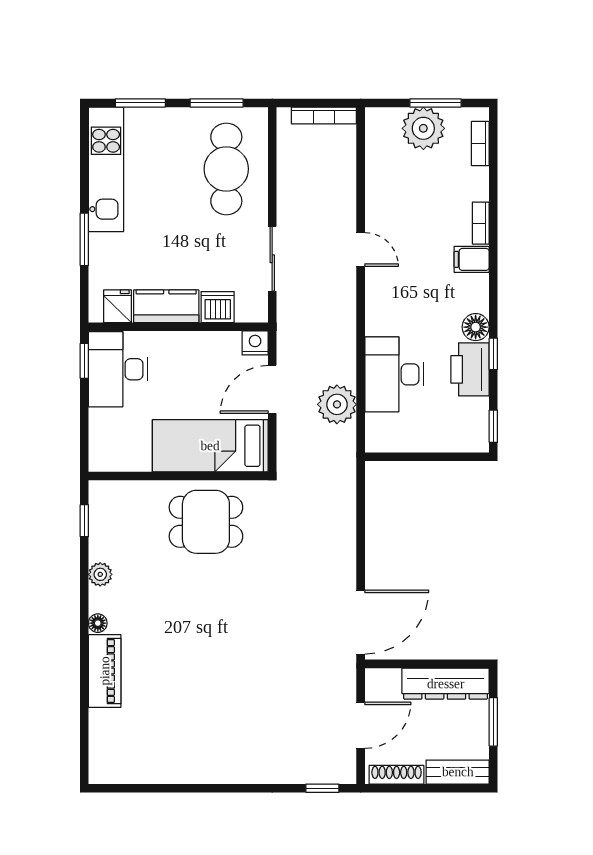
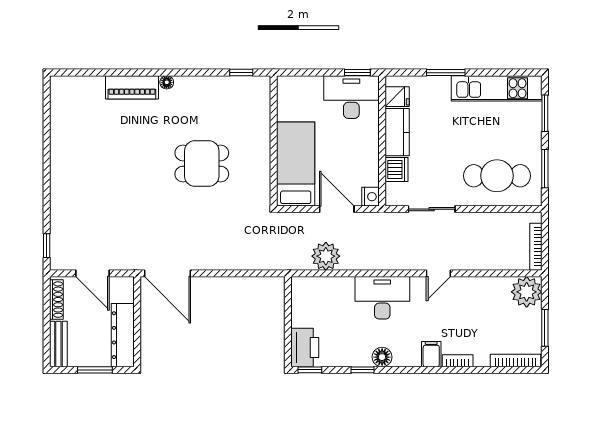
plant: (423, 128) -> (527, 292), moved
bookcase: (480, 144) -> (515, 360), width x1.56
printer: (470, 369) -> (305, 348), moved, turned 90
desk: (394, 374) -> (382, 298), moved
dining table: (206, 522) -> (202, 164), moved, turned 90
plant: (100, 574) -> (202, 84), removed

